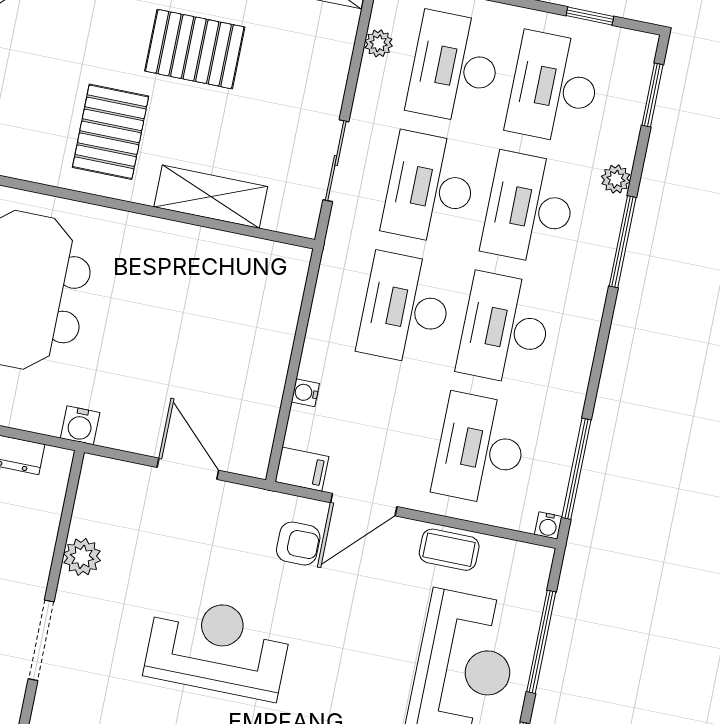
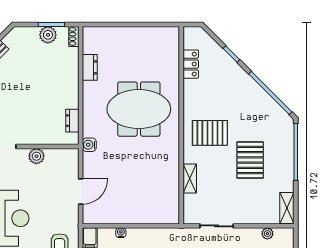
shelving: (211, 197) -> (190, 179), width x0.67, depth x0.75

